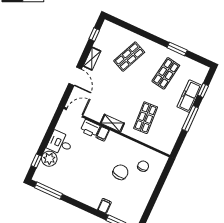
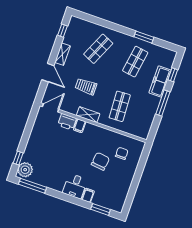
trolley: (113, 94) -> (86, 86), added
desk: (60, 143) -> (75, 186), moved, turned -90
plant: (49, 159) -> (25, 170), moved

